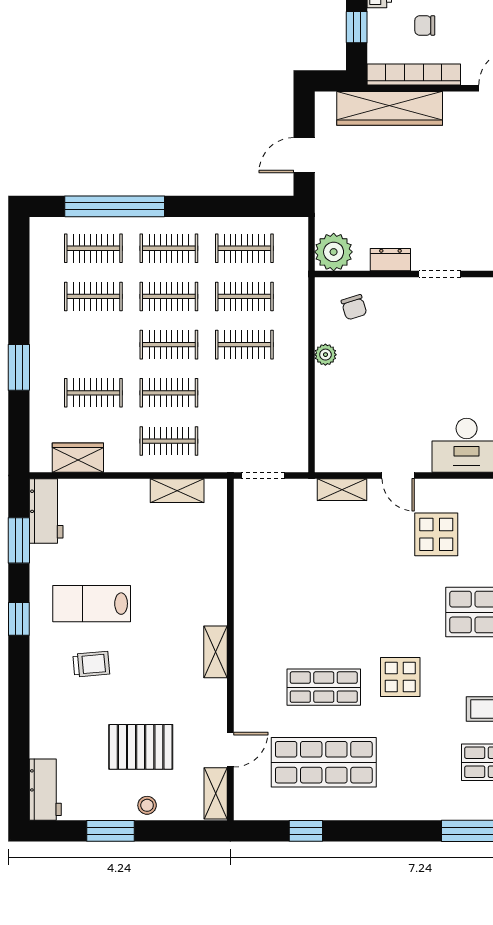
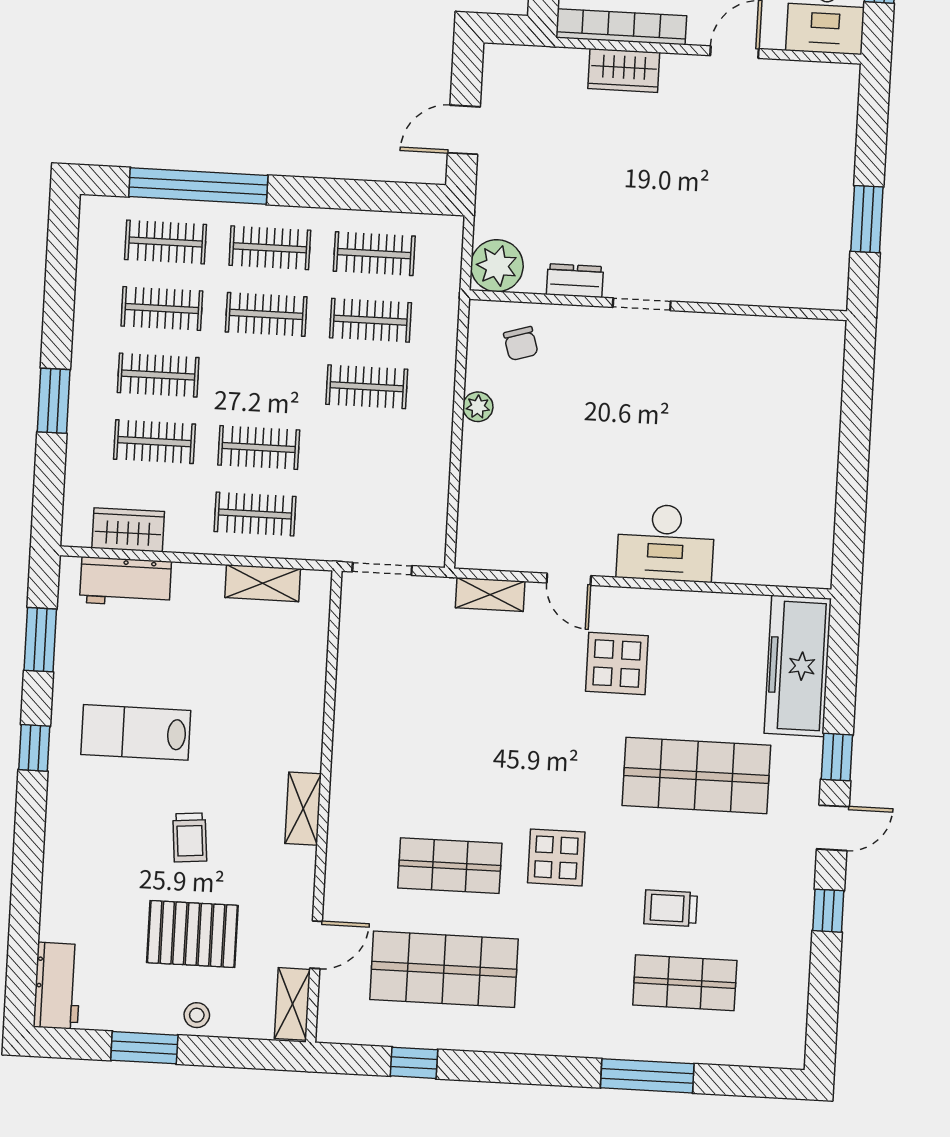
wardrobe: (390, 108) -> (624, 70), width x0.48, depth x0.85
clothes rail: (169, 345) -> (158, 375), moved
workbench: (46, 511) -> (125, 582), moved, turned 90
trolley: (91, 664) -> (190, 837), moved, turned 90

